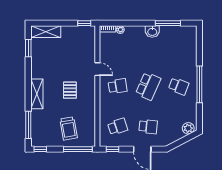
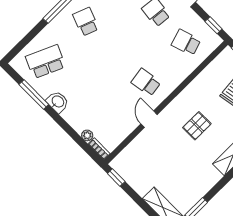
school desk: (148, 86) -> (46, 62), moved

